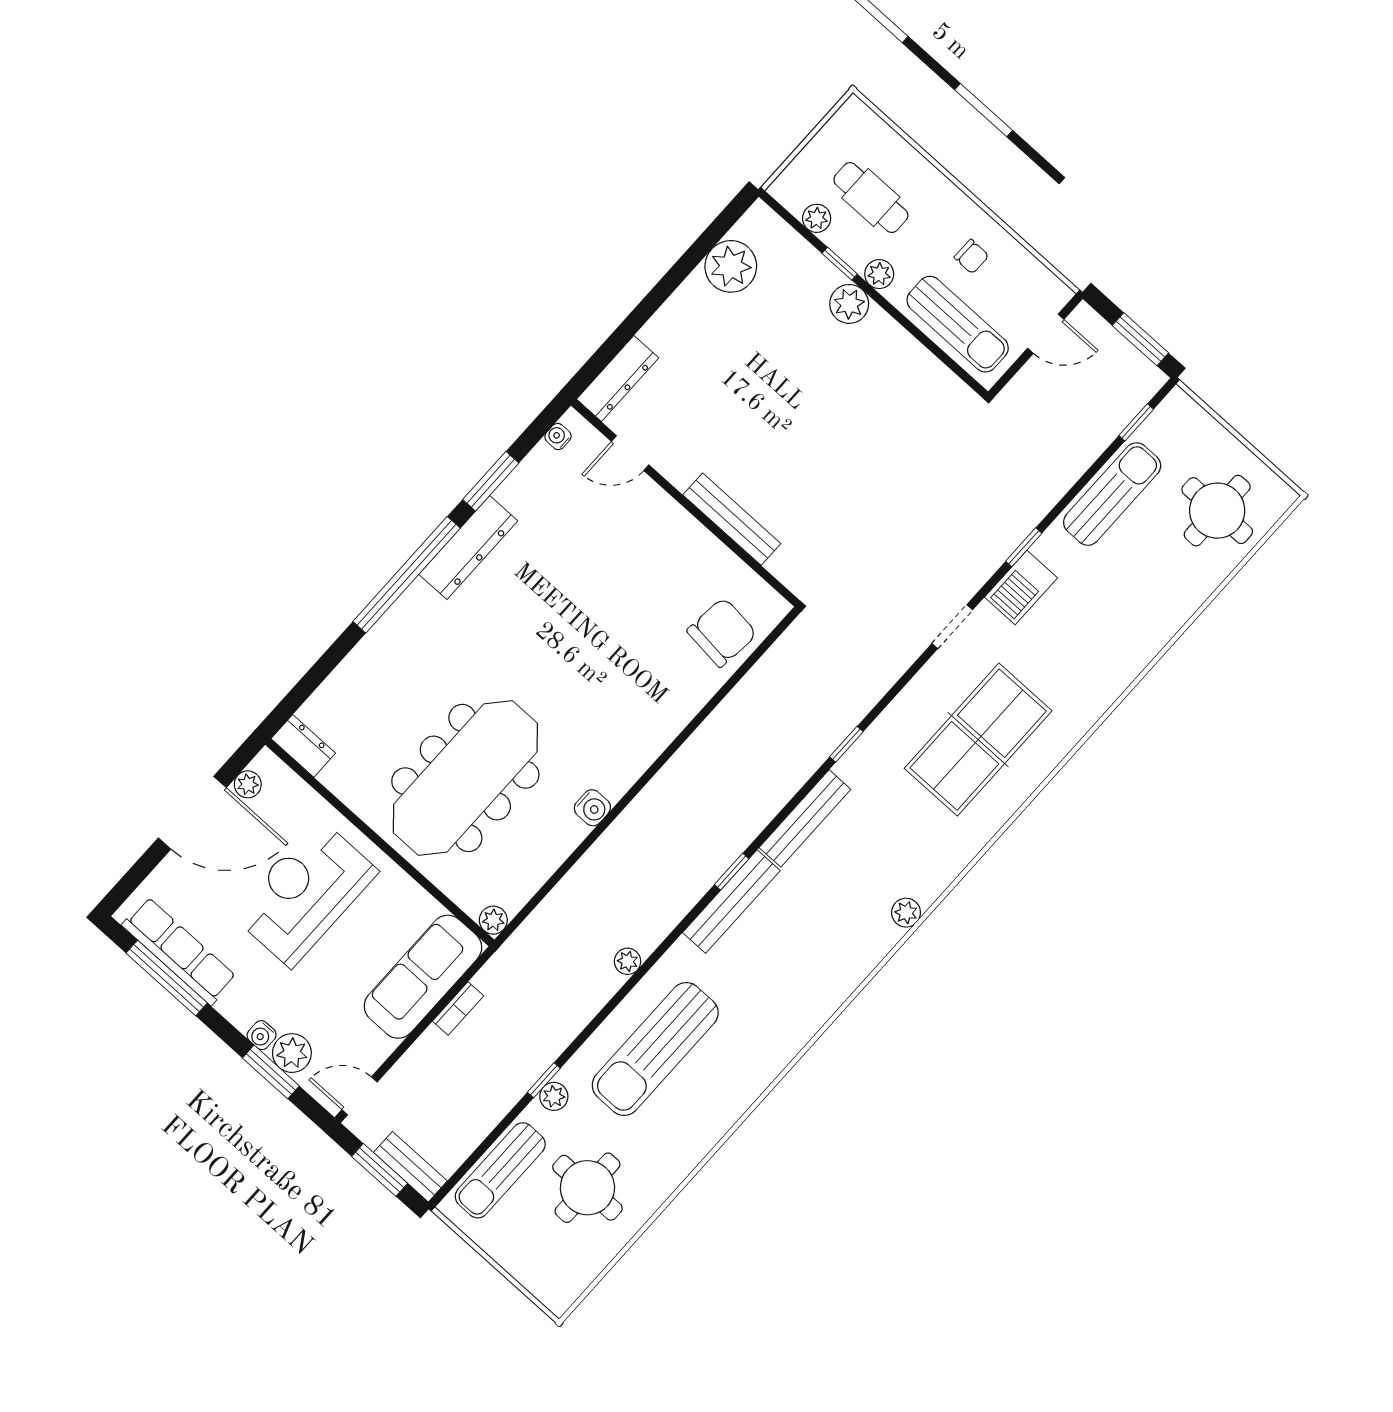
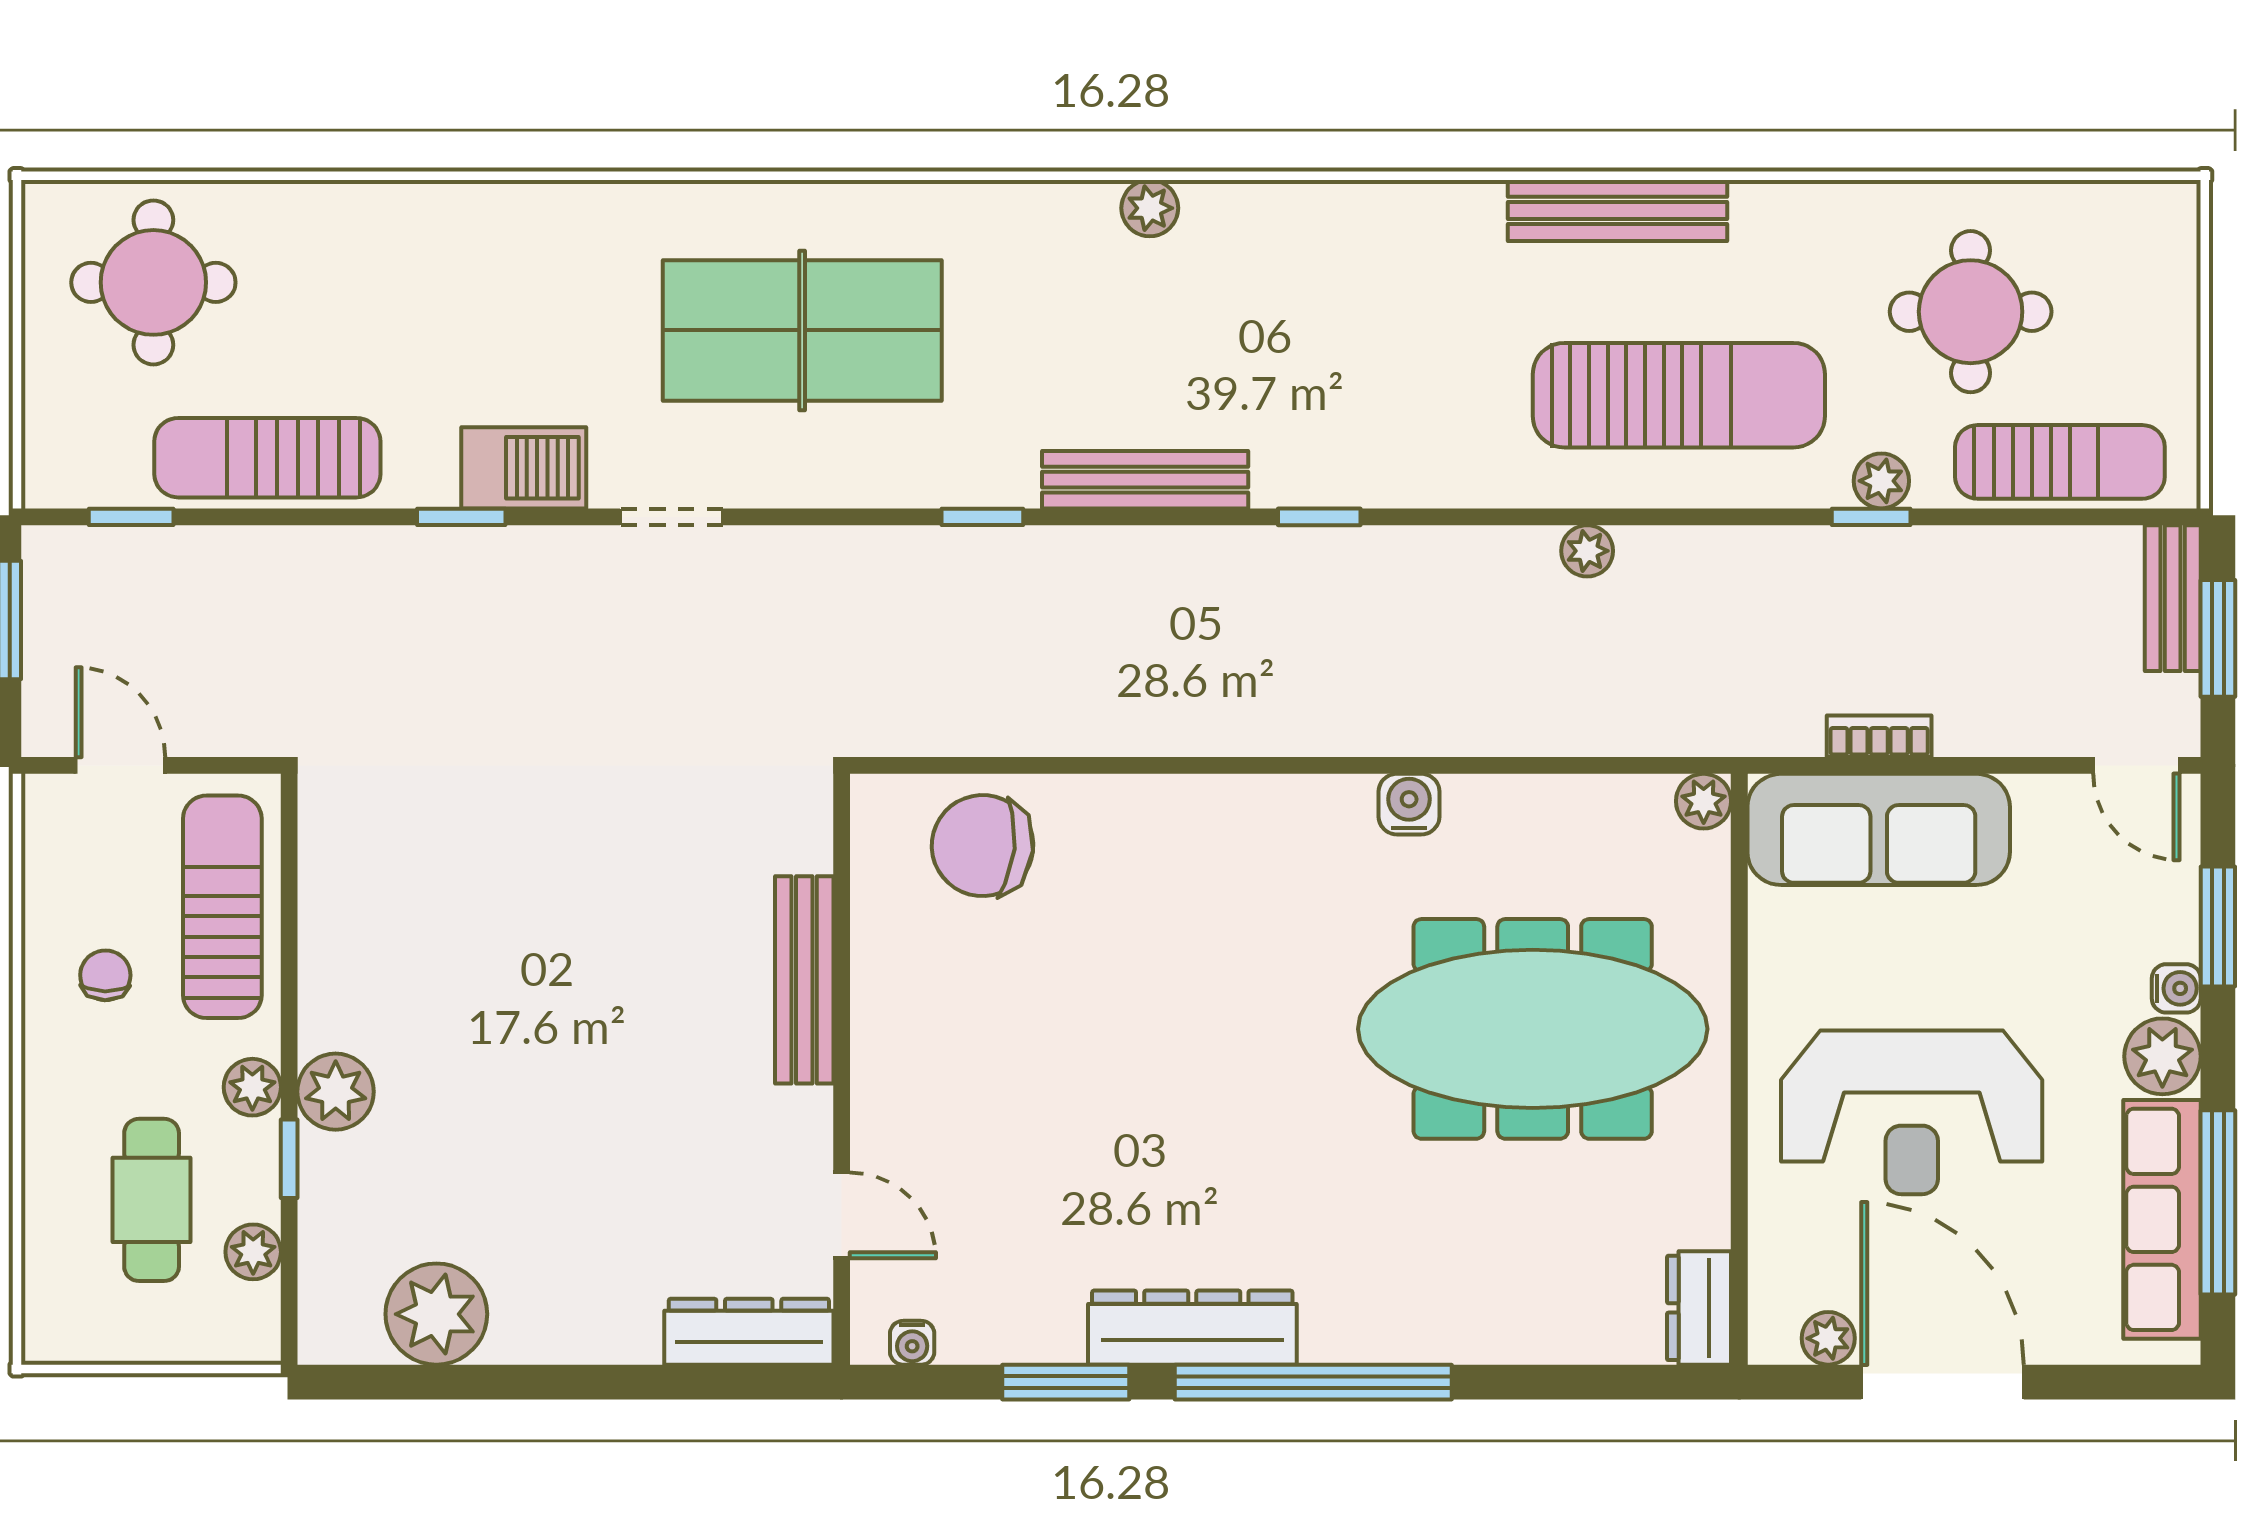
bench: (731, 902) -> (1618, 210), moved
plant: (292, 1053) -> (2162, 1056), moved

